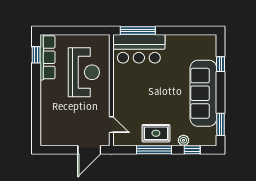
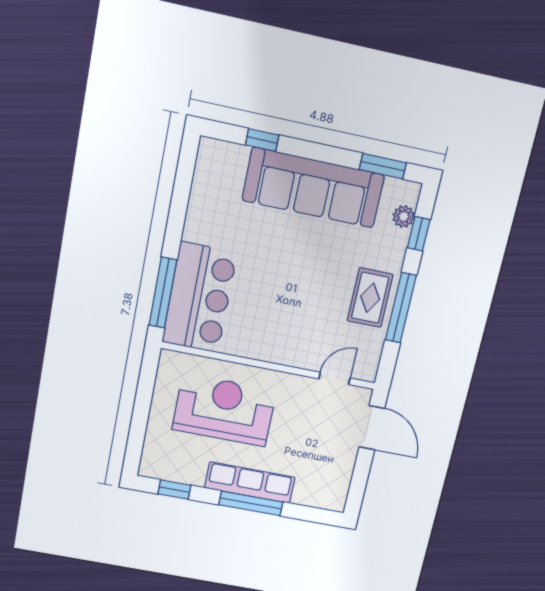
row of seats: (47, 57) -> (250, 483), moved
window: (36, 96) -> (251, 503), added
plant: (183, 140) -> (404, 217), moved

